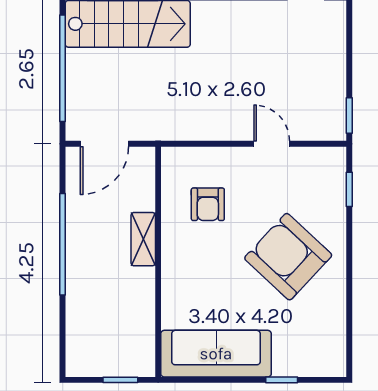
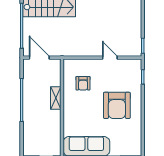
door: (104, 144) -> (39, 58), swing flipped
armchair: (288, 257) -> (117, 105), turned -133

